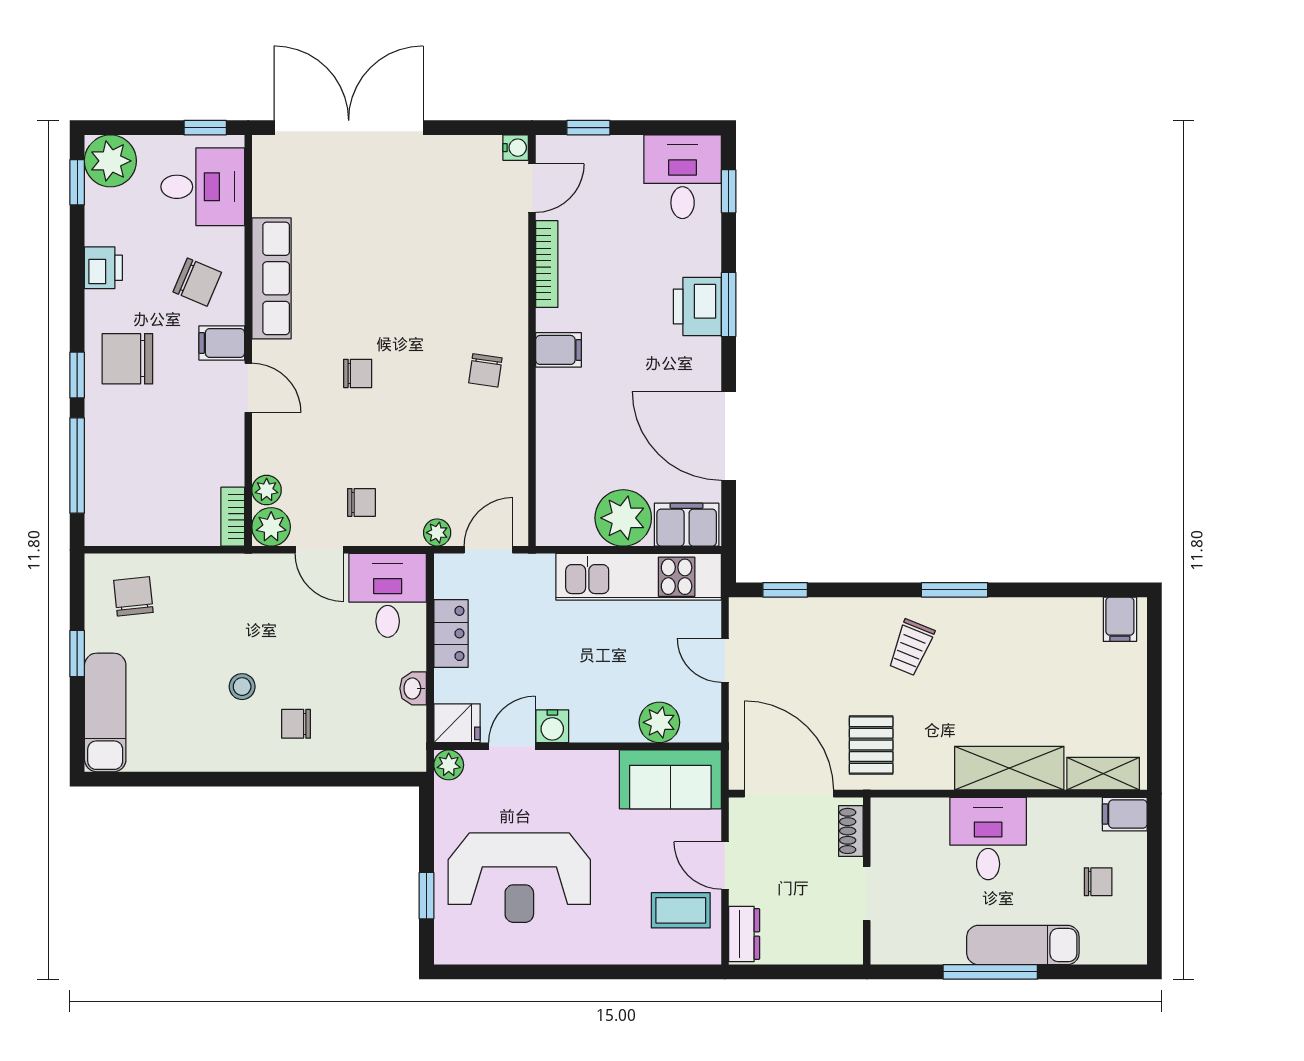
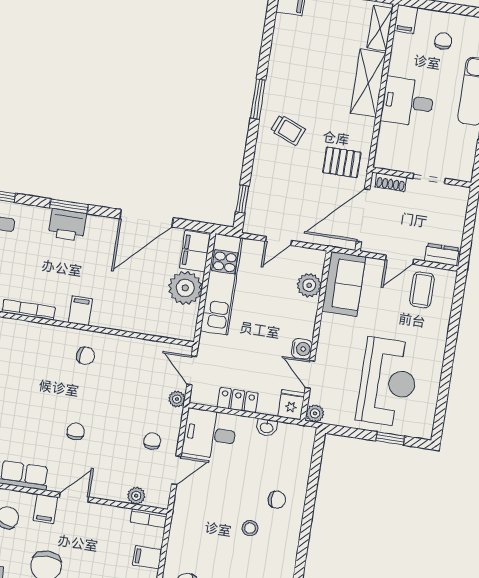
filing cabinet: (168, 524) -> (147, 557), added
plant: (271, 527) -> (158, 496), removed
chair: (296, 724) -> (277, 500), turned -90

